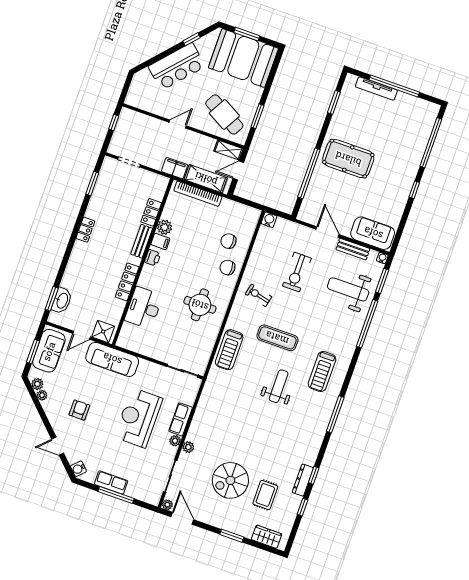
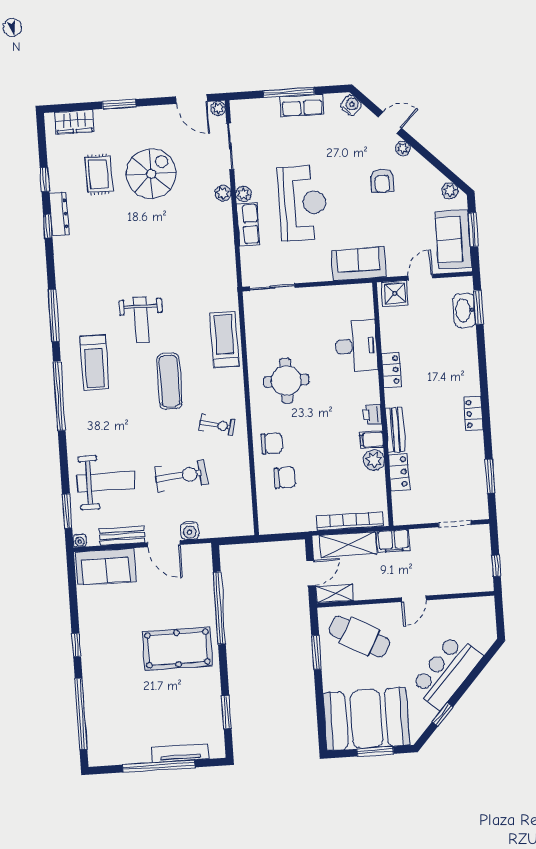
water cooler: (269, 220) -> (190, 531), moved
exercise bike: (297, 272) -> (181, 476), turned 85
locker: (127, 282) -> (391, 370), width x0.66
window: (367, 324) -> (59, 396), moved
exercise mat: (277, 338) -> (169, 381), turned 90
sofa: (112, 359) -> (359, 264), width x0.73
treadmill: (322, 372) -> (94, 363), turned 180
plant: (42, 395) -> (403, 148), moved

